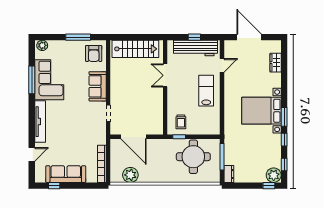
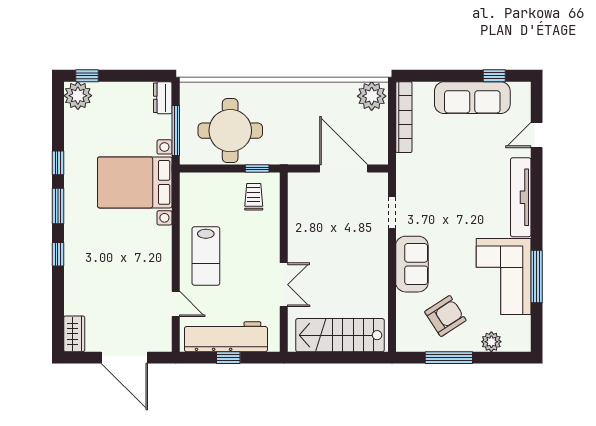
plant: (42, 45) -> (491, 342), moved
armchair: (94, 53) -> (445, 316), moved, turned 57
wardrobe: (276, 63) -> (74, 334), moved
door: (222, 65) -> (176, 304), swing flipped
bed with nightstands: (261, 111) -> (135, 182), moved, turned 180
window: (284, 165) -> (58, 254), moved
plant: (130, 175) -> (372, 96), moved

